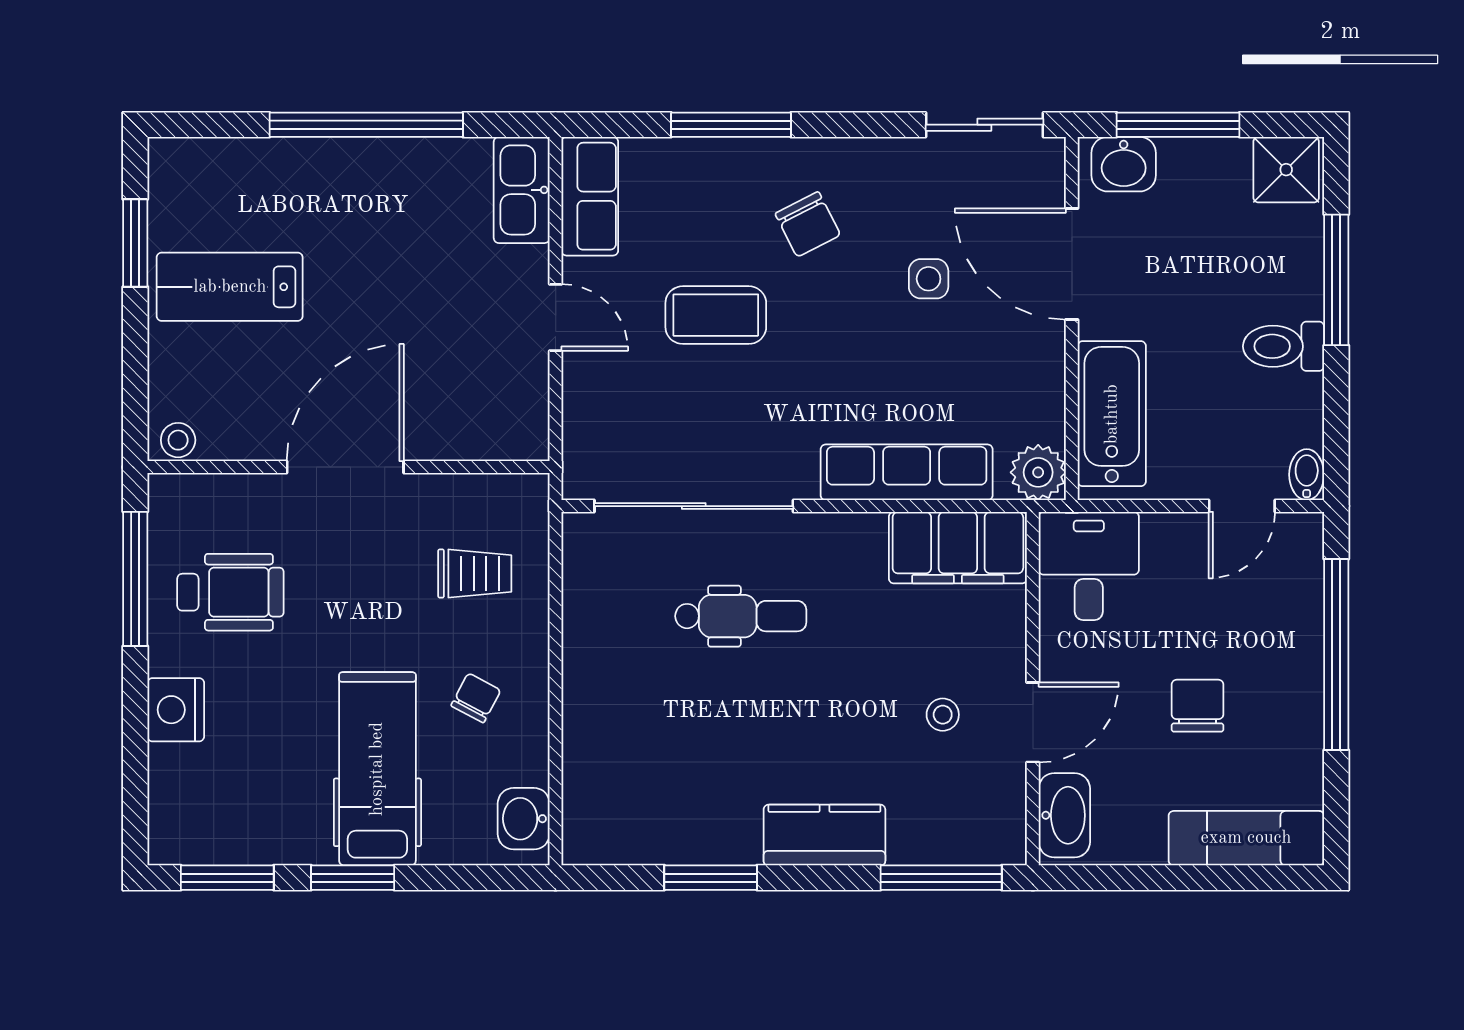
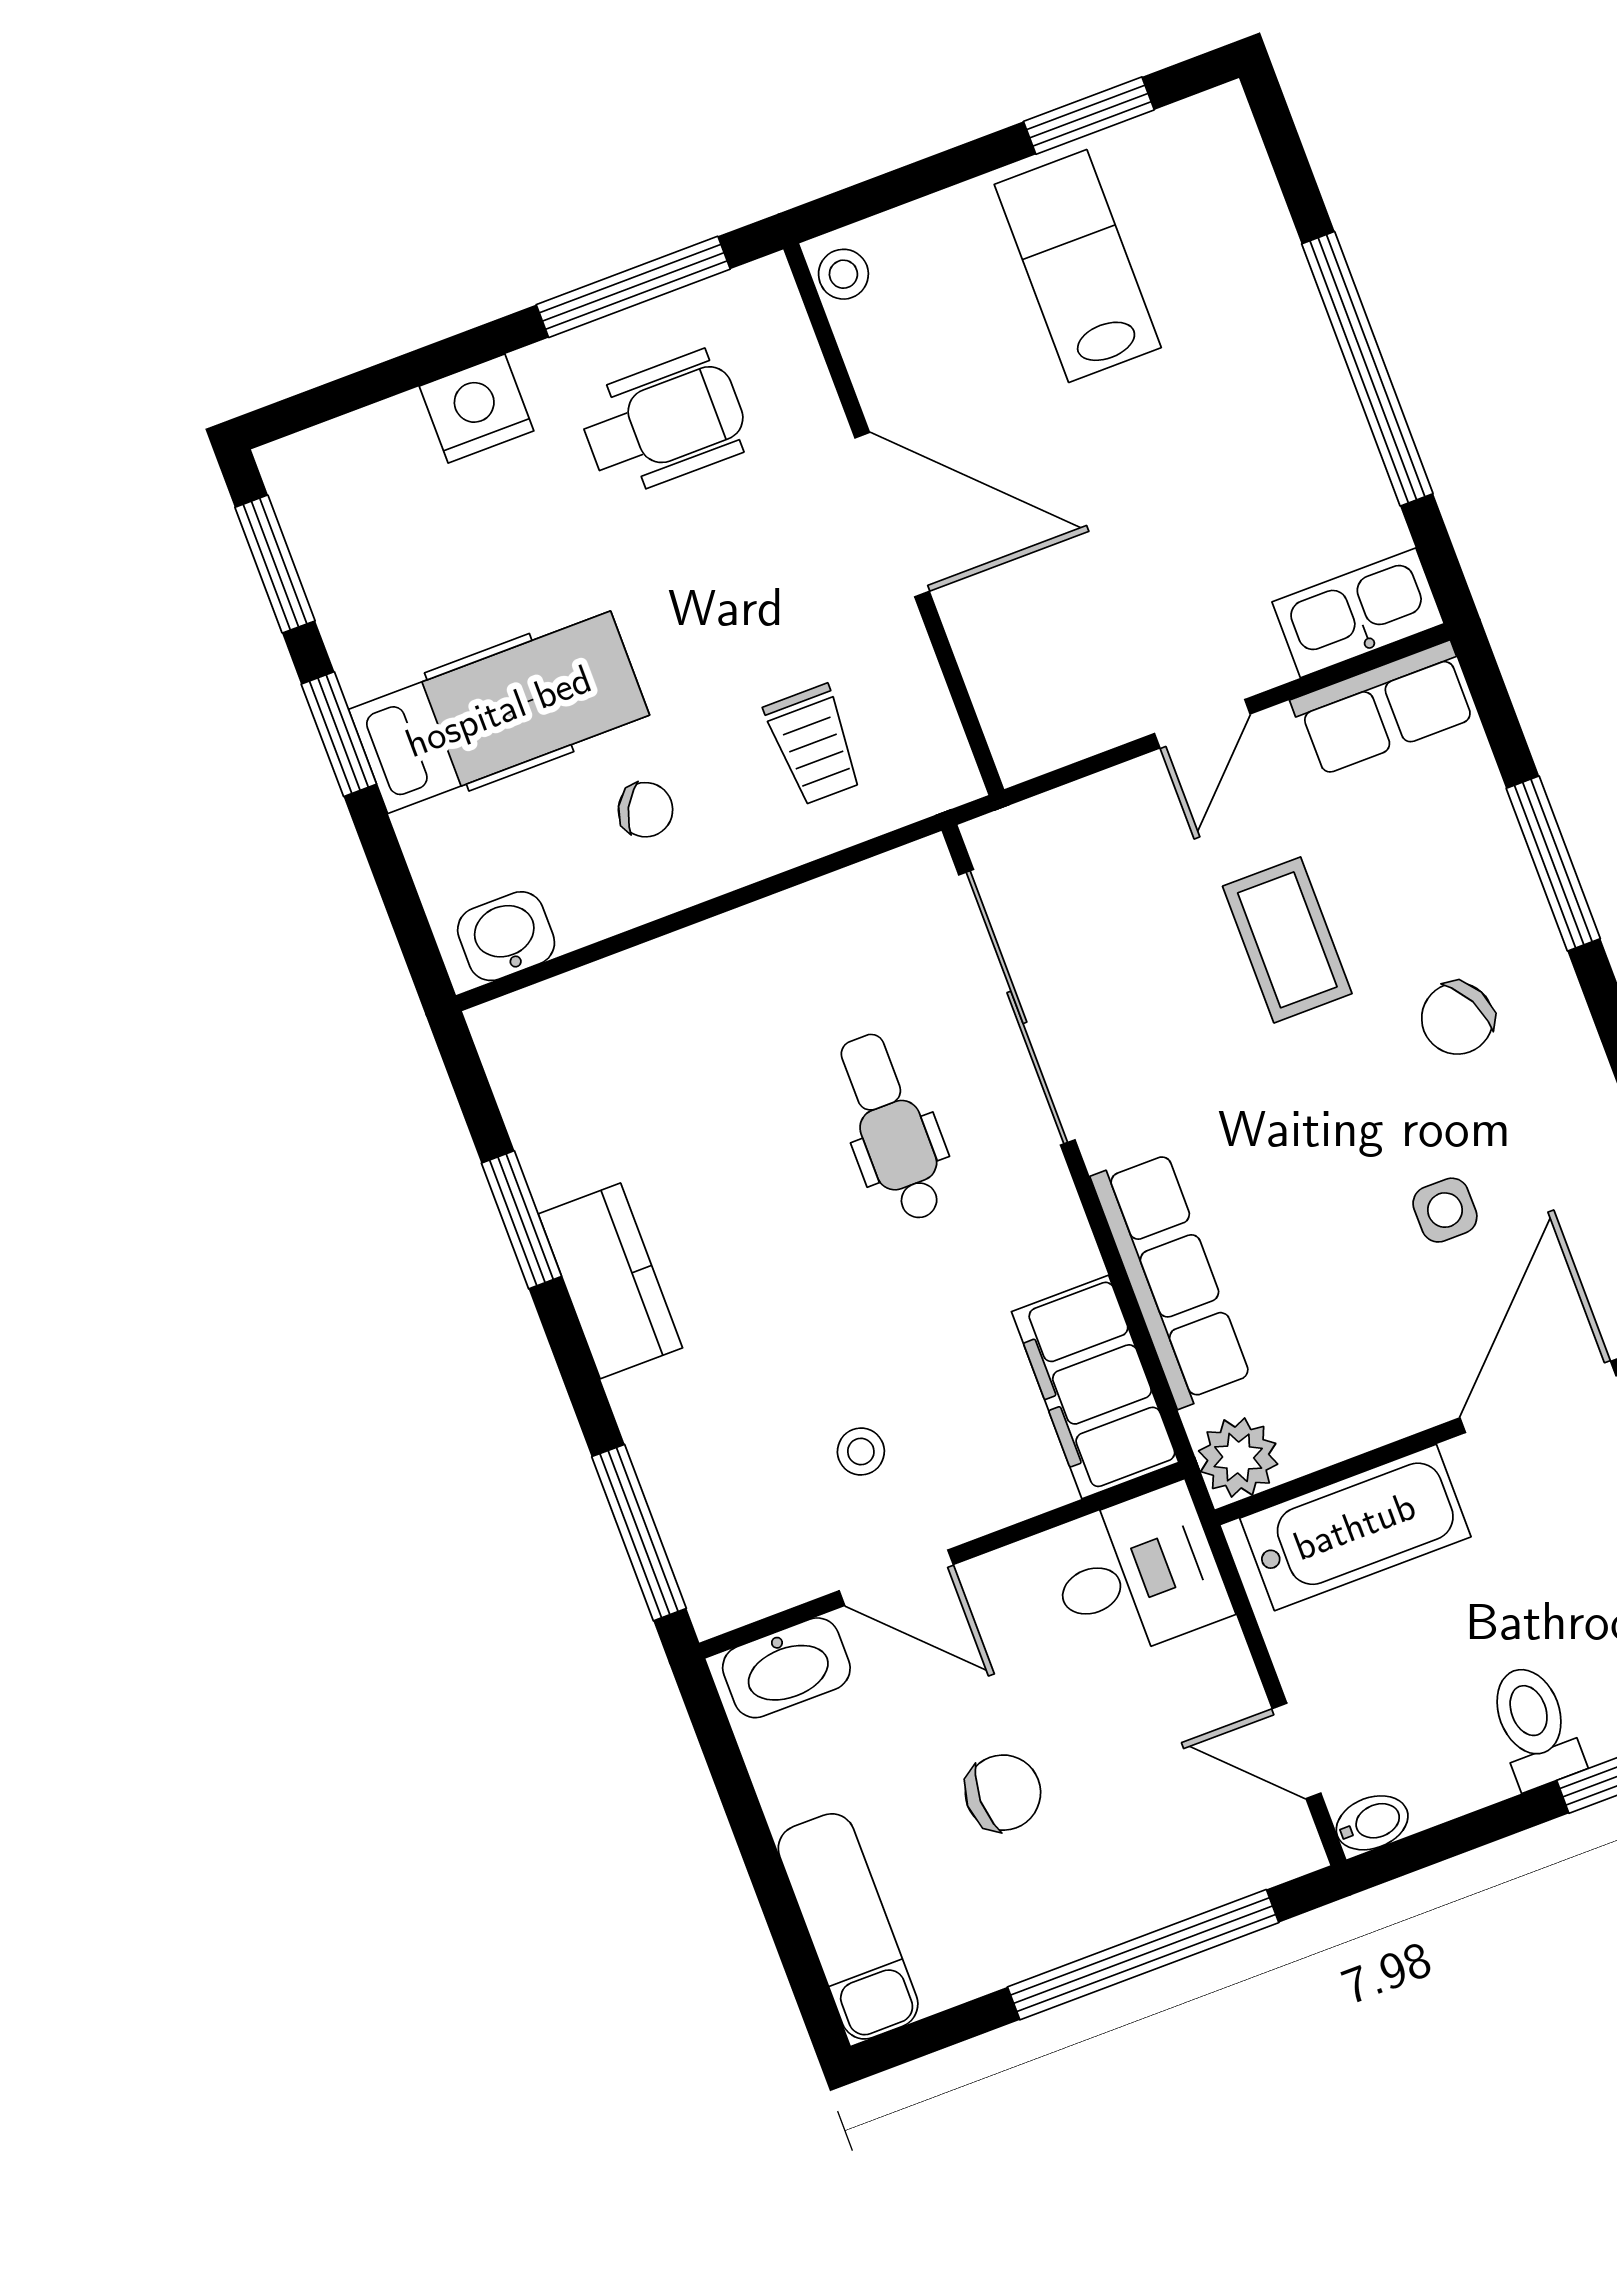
wheelchair: (230, 592) -> (664, 423), turned -90
dental chair: (741, 616) -> (892, 1127), turned 180
kitchen counter: (824, 835) -> (610, 1281), moved

